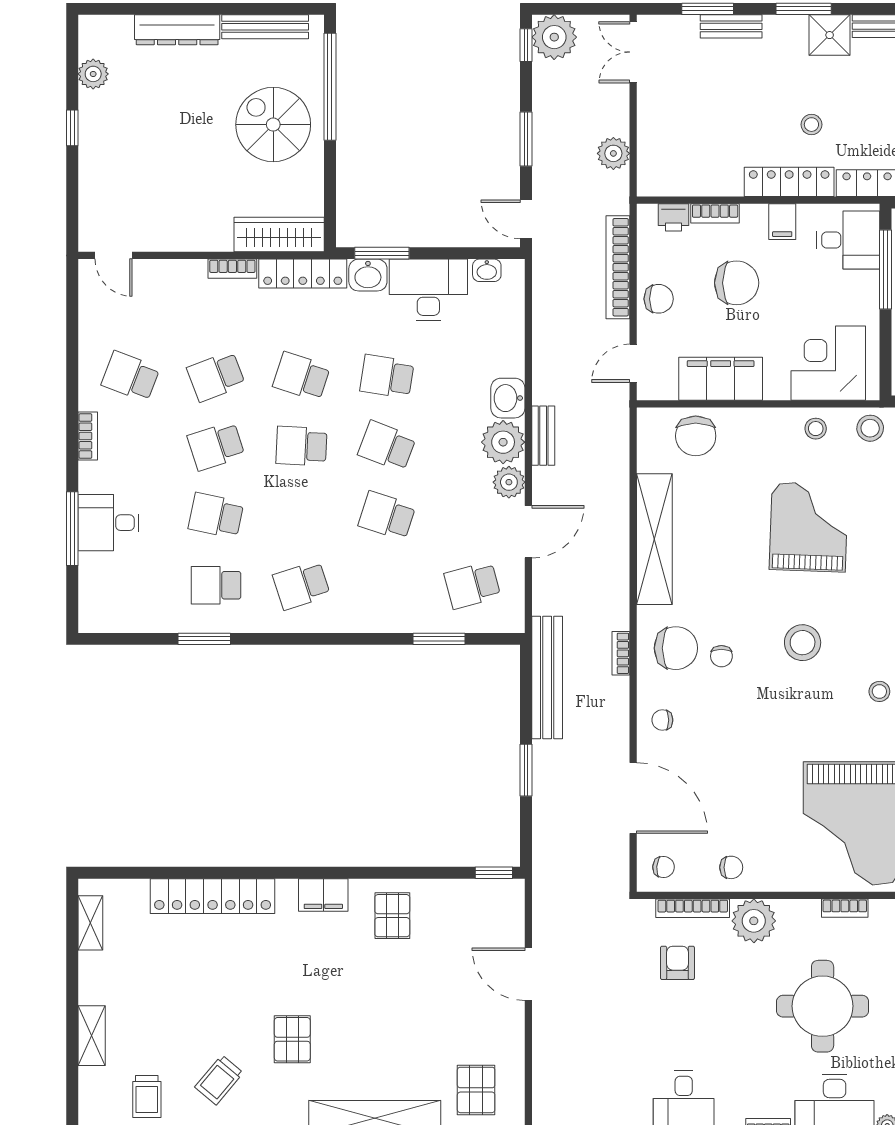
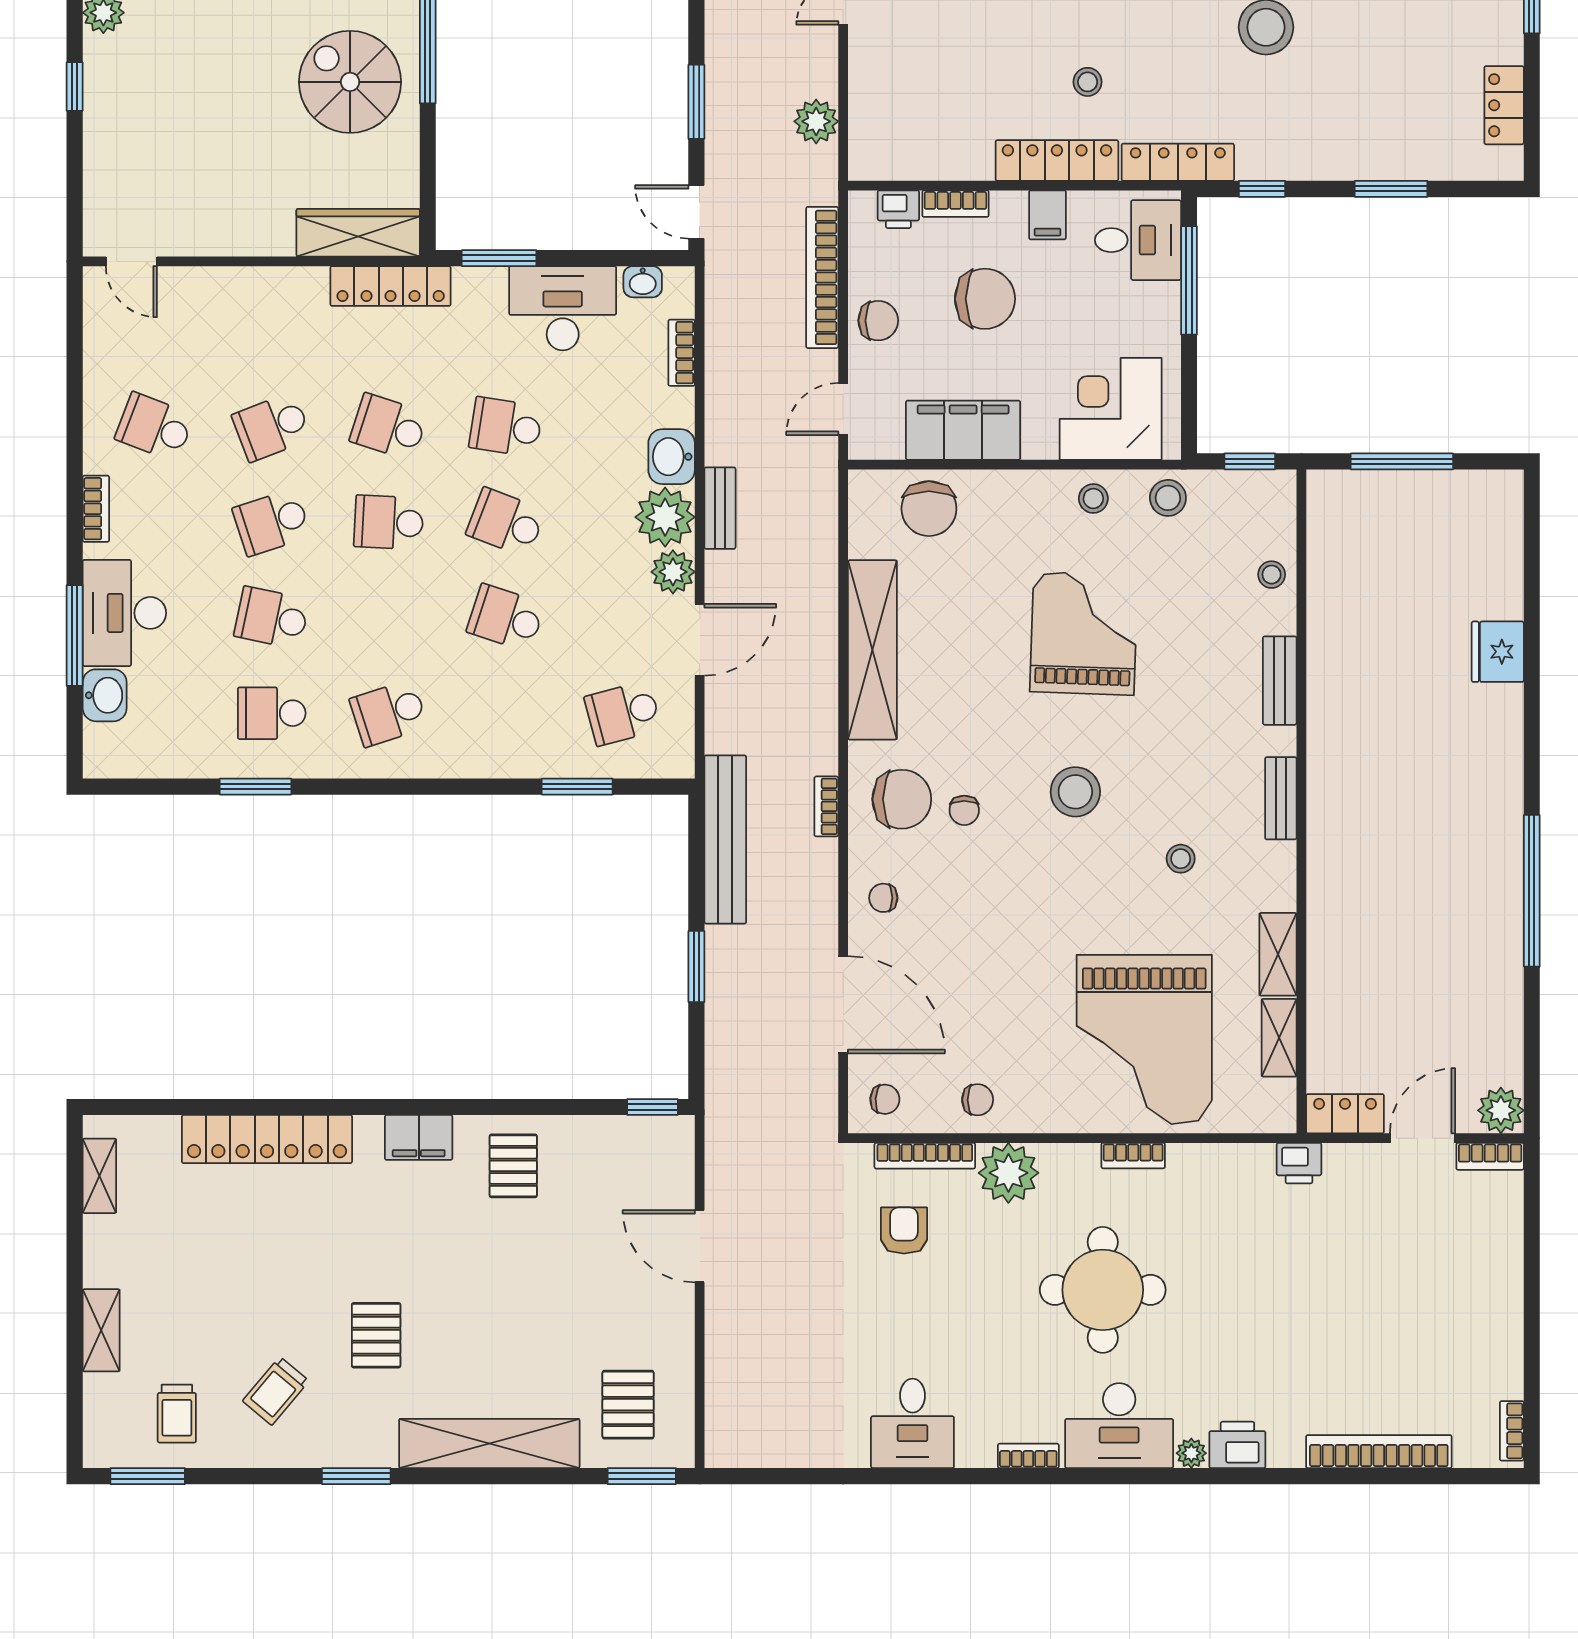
bookcase: (232, 269) -> (682, 353), moved, turned 90
washbasin: (368, 275) -> (105, 695), moved, turned -90
desk: (109, 523) -> (124, 613), width x1.37

